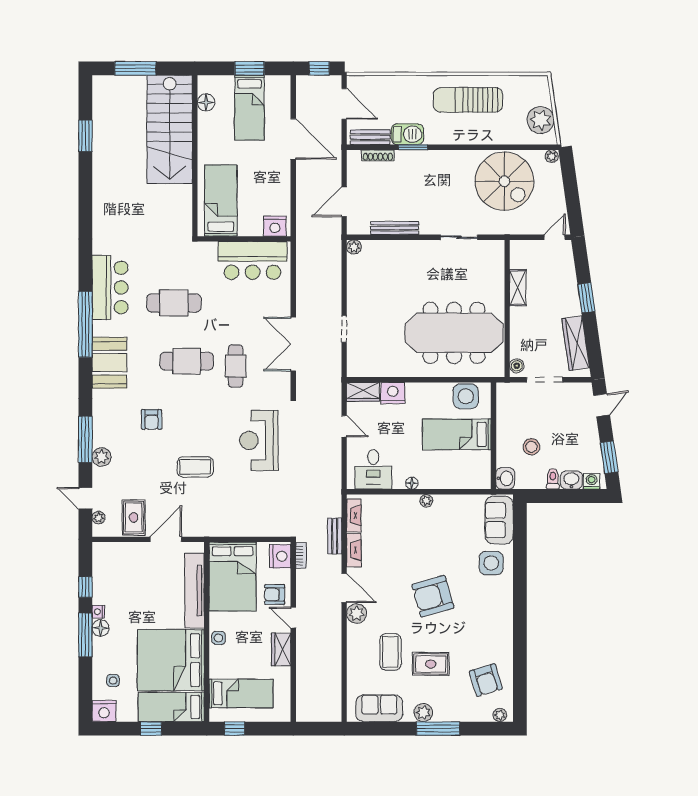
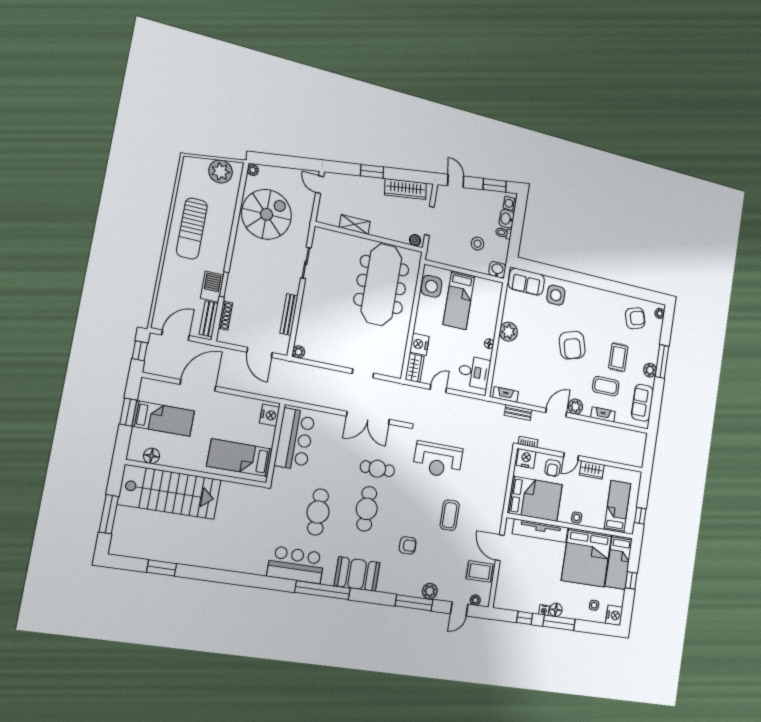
plant: (426, 501) -> (508, 332), width x1.88, depth x1.88
fireplace: (354, 550) -> (603, 414), moved

